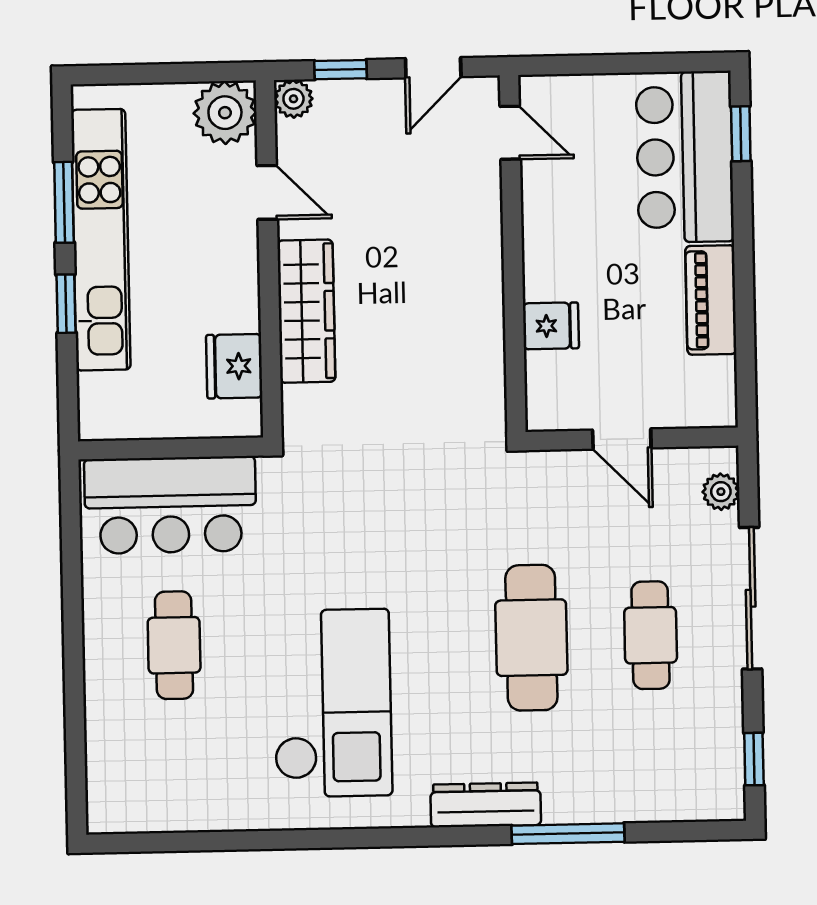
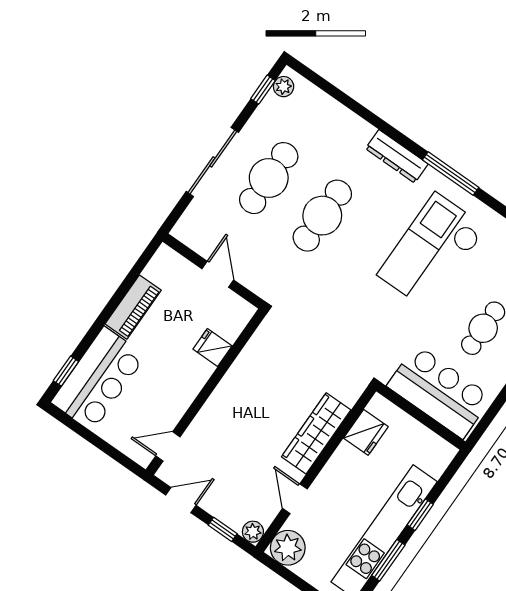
door: (510, 133) -> (168, 446), hinge flipped
plant: (721, 492) -> (284, 87), moved
cafe table: (651, 635) -> (269, 178), width x1.37, depth x1.35
window: (568, 834) -> (451, 174), moved

